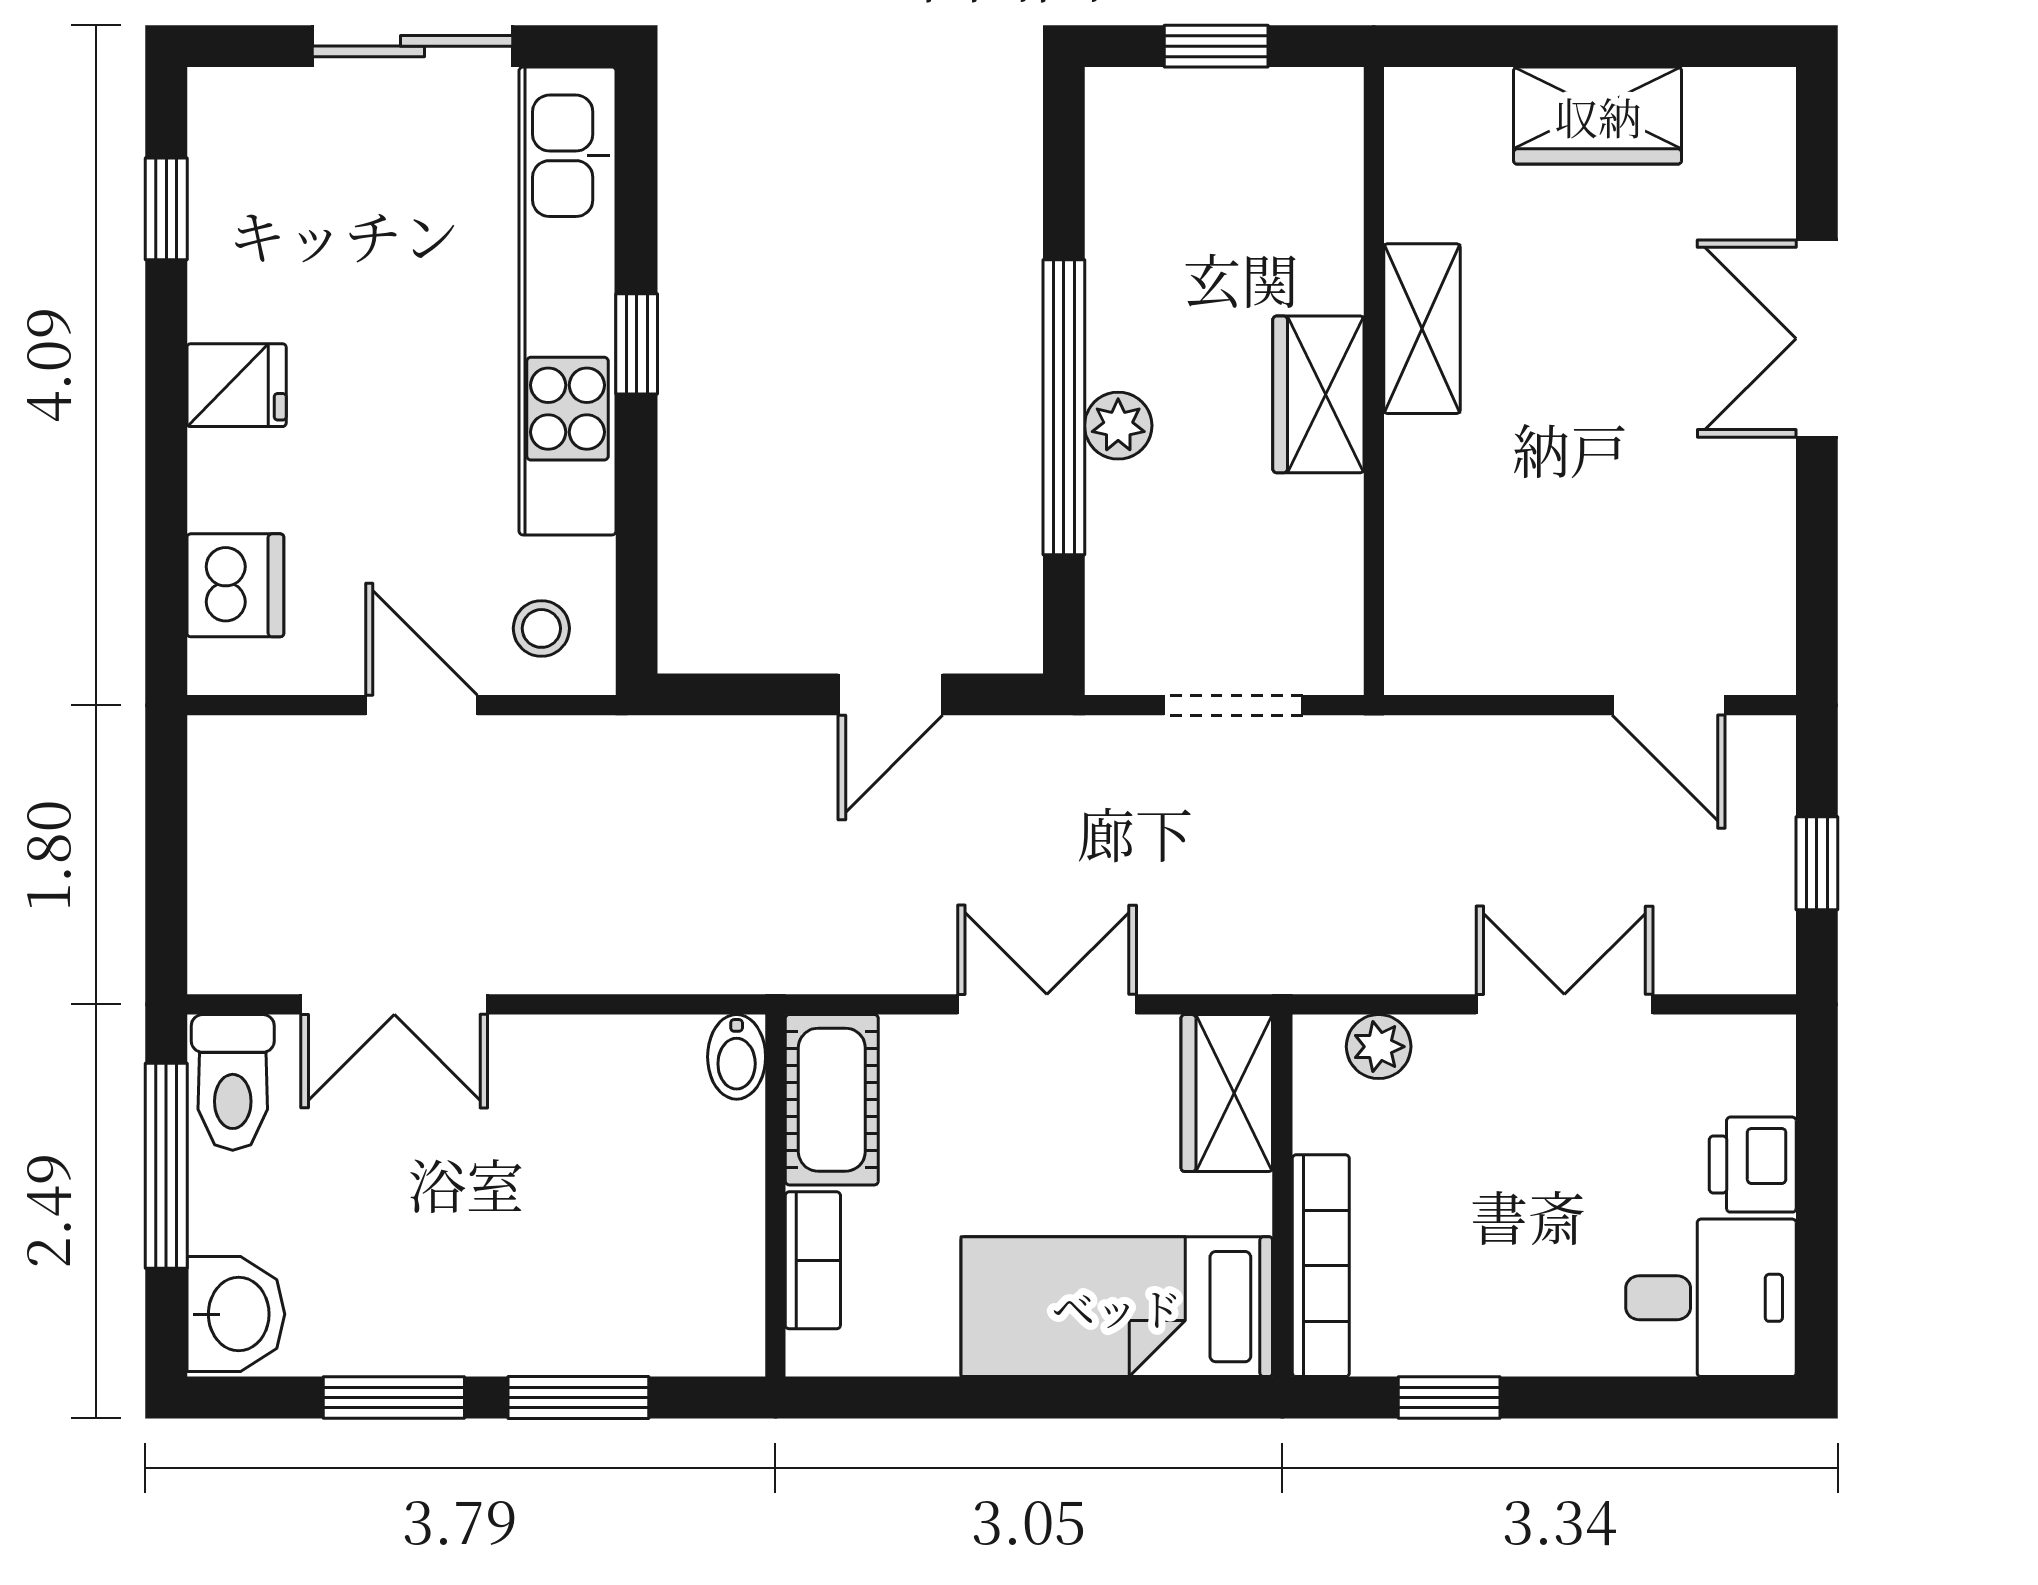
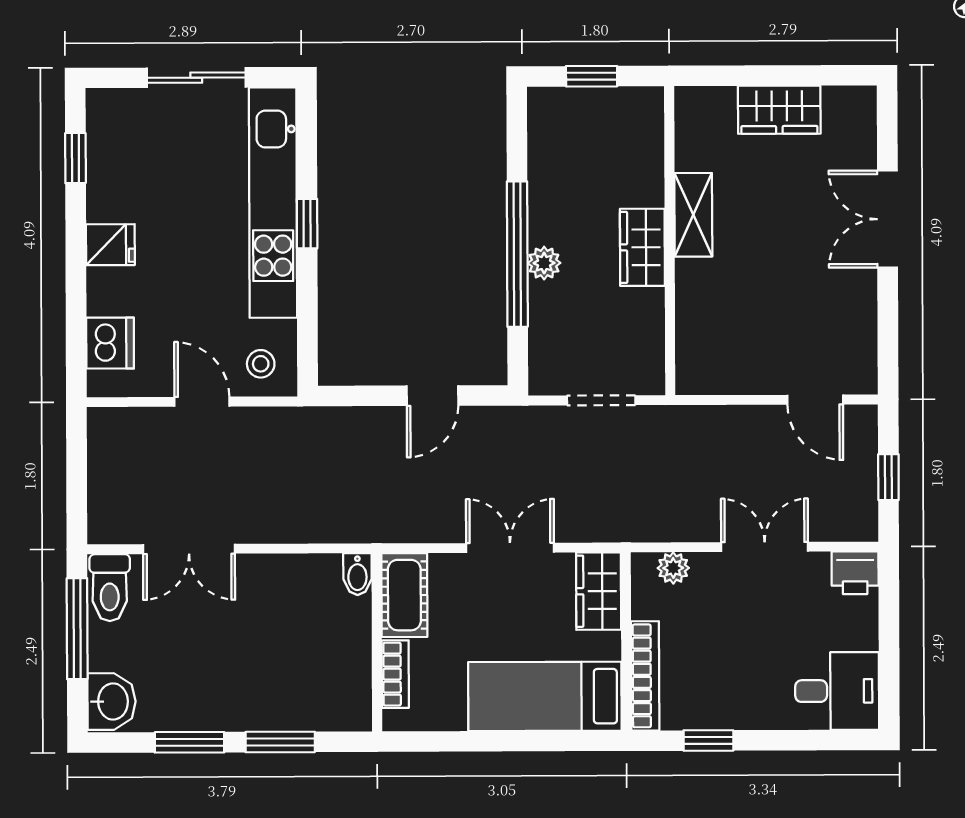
printer: (1753, 1165) -> (855, 573), moved, turned -90

